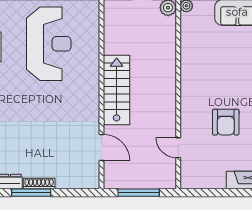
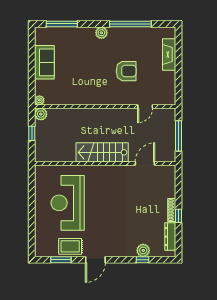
reception desk: (49, 44) -> (68, 203), turned -90
window: (31, 193) -> (179, 216), width x0.46

